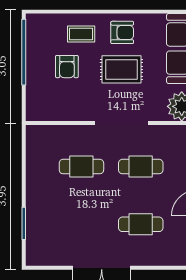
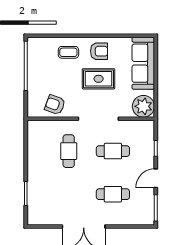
armchair: (67, 67) -> (55, 105), moved, turned 110
cafe table: (81, 167) -> (69, 151), turned 90

